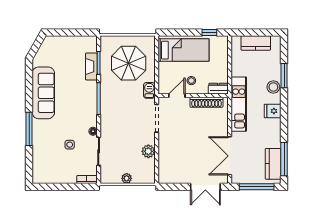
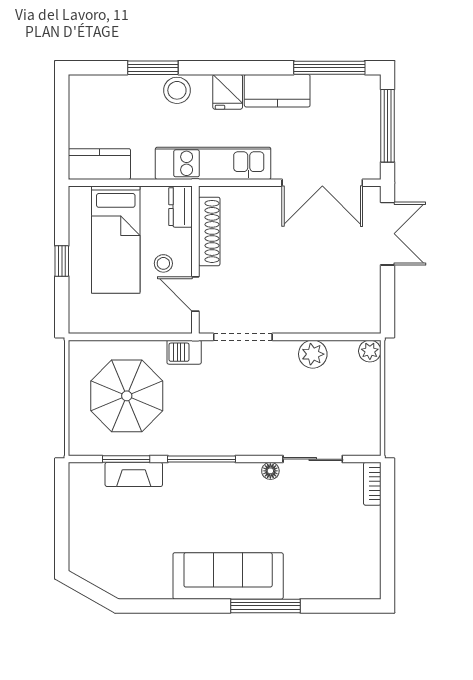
window: (209, 32) -> (62, 261), moved
kitchen counter: (256, 43) -> (99, 164), moved, turned -90
bed: (184, 50) -> (116, 240), moved, turned 180
sofa: (43, 93) -> (228, 576), moved
side table: (70, 145) -> (299, 520), removed
kitchen counter: (273, 164) -> (277, 91), moved
plant: (127, 178) -> (370, 351), moved

